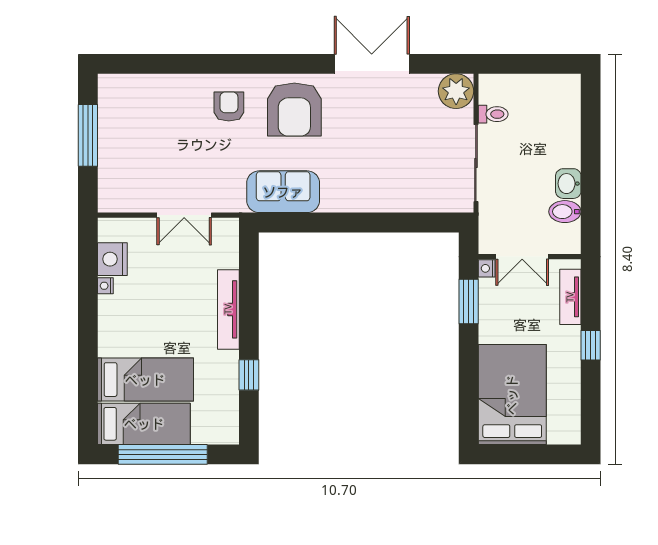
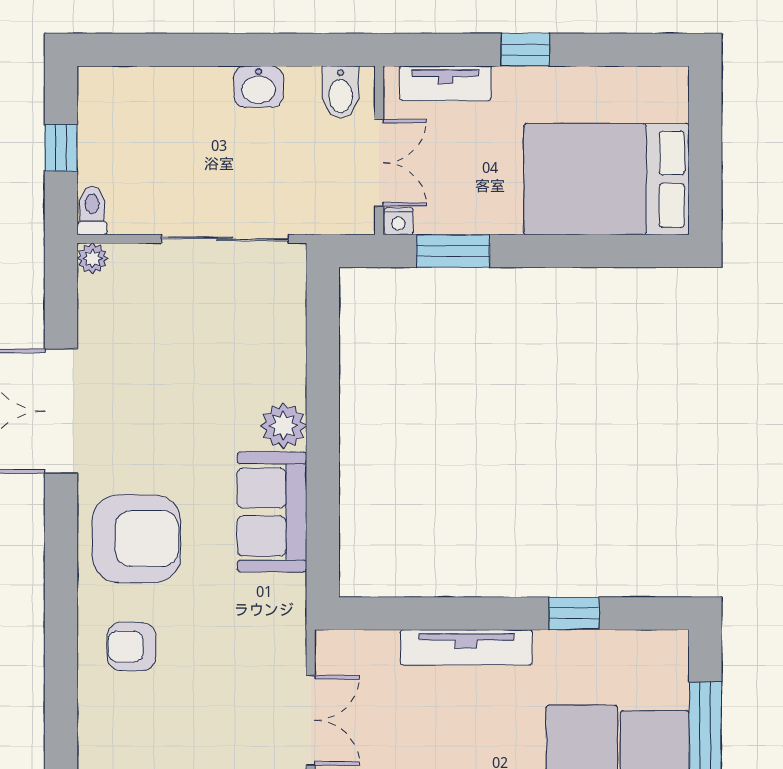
window: (531, 64) -> (61, 148), added
plant: (456, 91) -> (93, 258), width x0.53, depth x0.53
toilet: (493, 114) -> (92, 211), moved
sofa: (283, 192) -> (272, 512), moved
plant: (363, 199) -> (284, 426), added
bidet: (565, 212) -> (341, 92), moved

